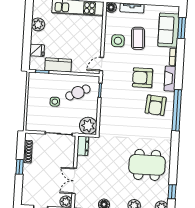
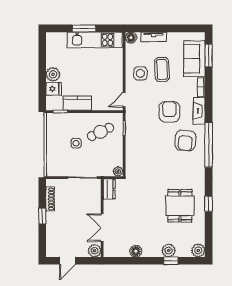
plant: (38, 24) -> (53, 74), moved
armchair: (143, 78) -> (169, 112), turned 90
plant: (88, 126) -> (118, 171), width x0.53, depth x0.53
dining table: (147, 165) -> (180, 206), width x0.73
window: (172, 192) -> (209, 204), moved

